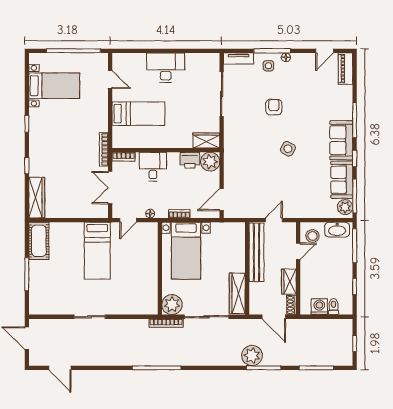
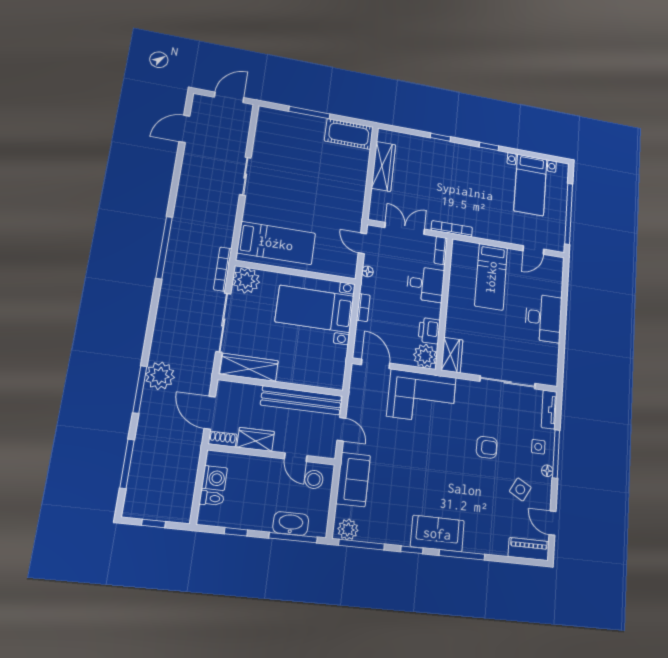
side table: (288, 149) -> (520, 489), moved
corner sofa: (242, 162) -> (422, 397), added
sofa: (342, 180) -> (353, 480), moved, turned 90
wardrobe: (37, 198) -> (383, 166), moved, turned -90
washbasin: (337, 230) -> (291, 524), moved, turned 90
bed: (97, 251) -> (276, 243), moved, turned 180
door: (274, 317) -> (210, 413), hinge flipped

